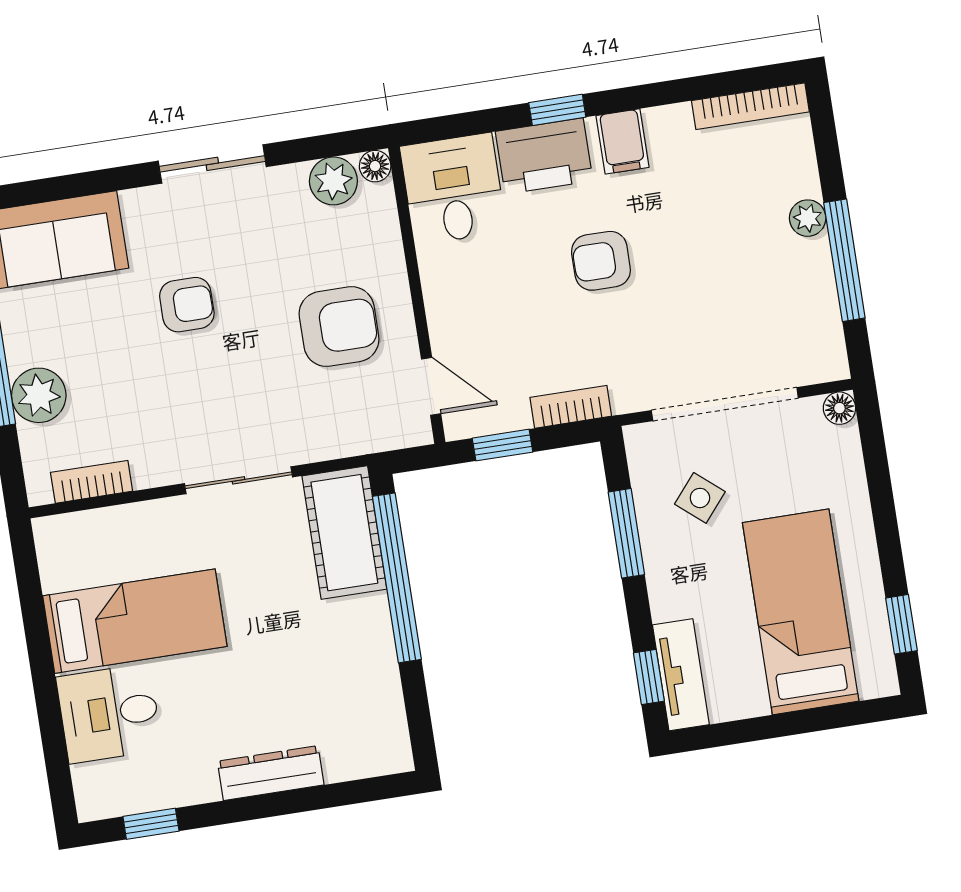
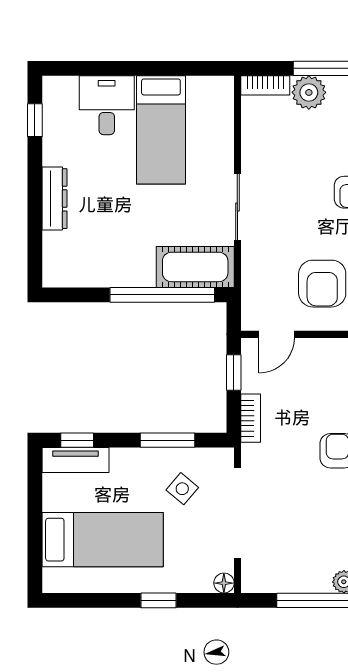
bookcase: (92, 482) -> (265, 85), moved, turned 90
window: (901, 624) -> (159, 600), moved

